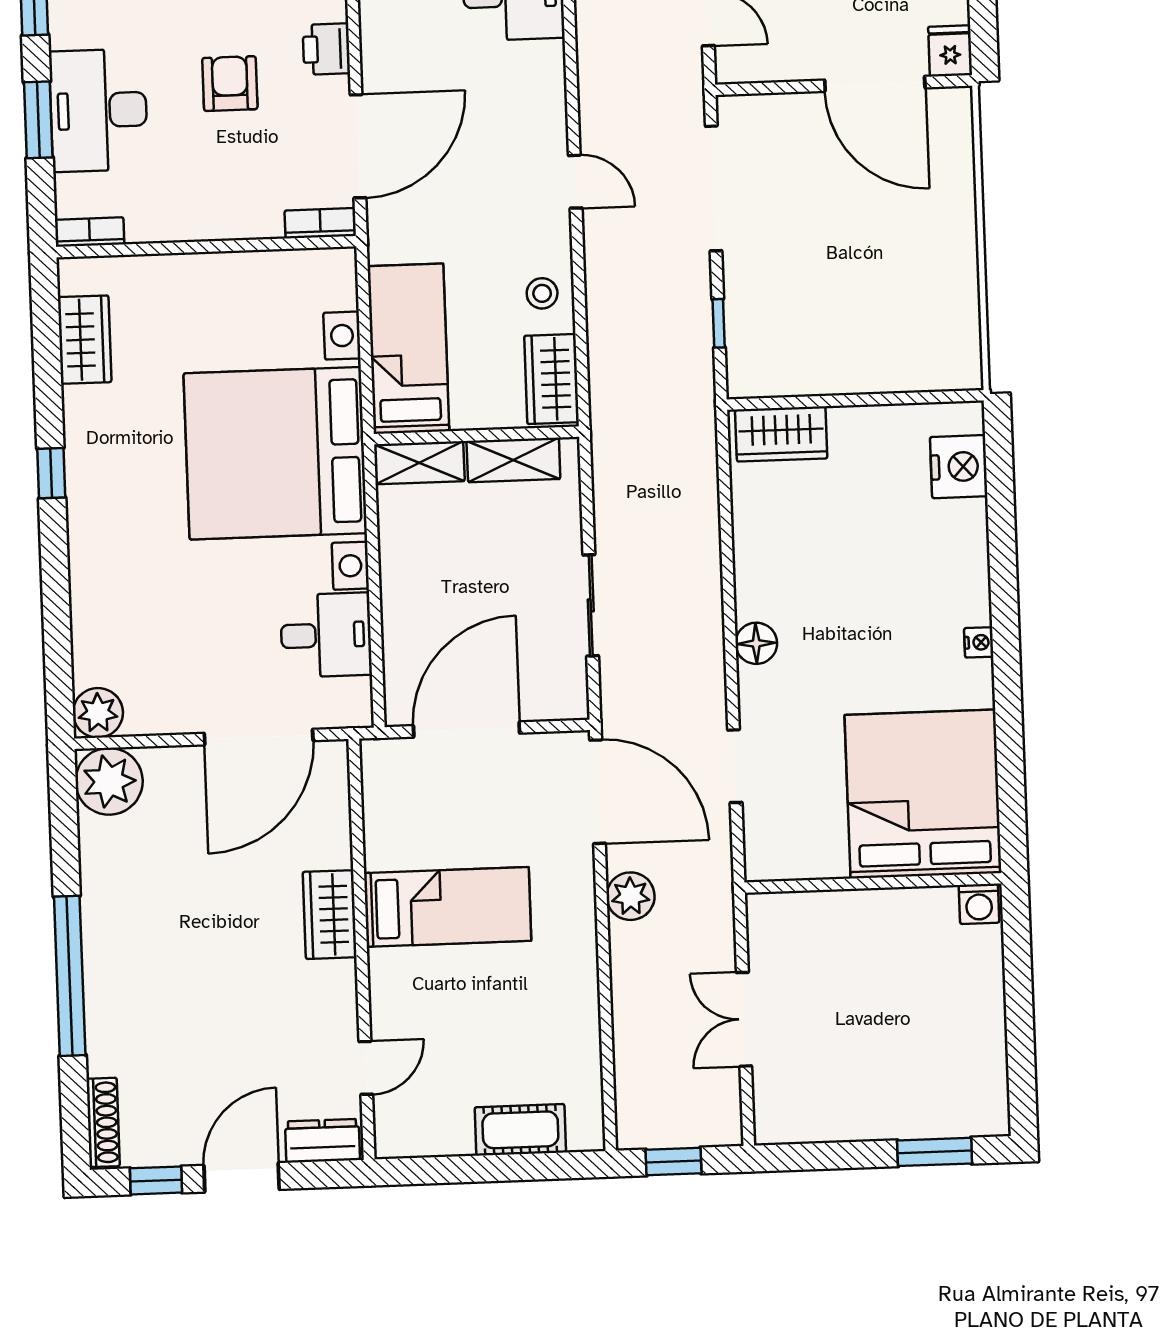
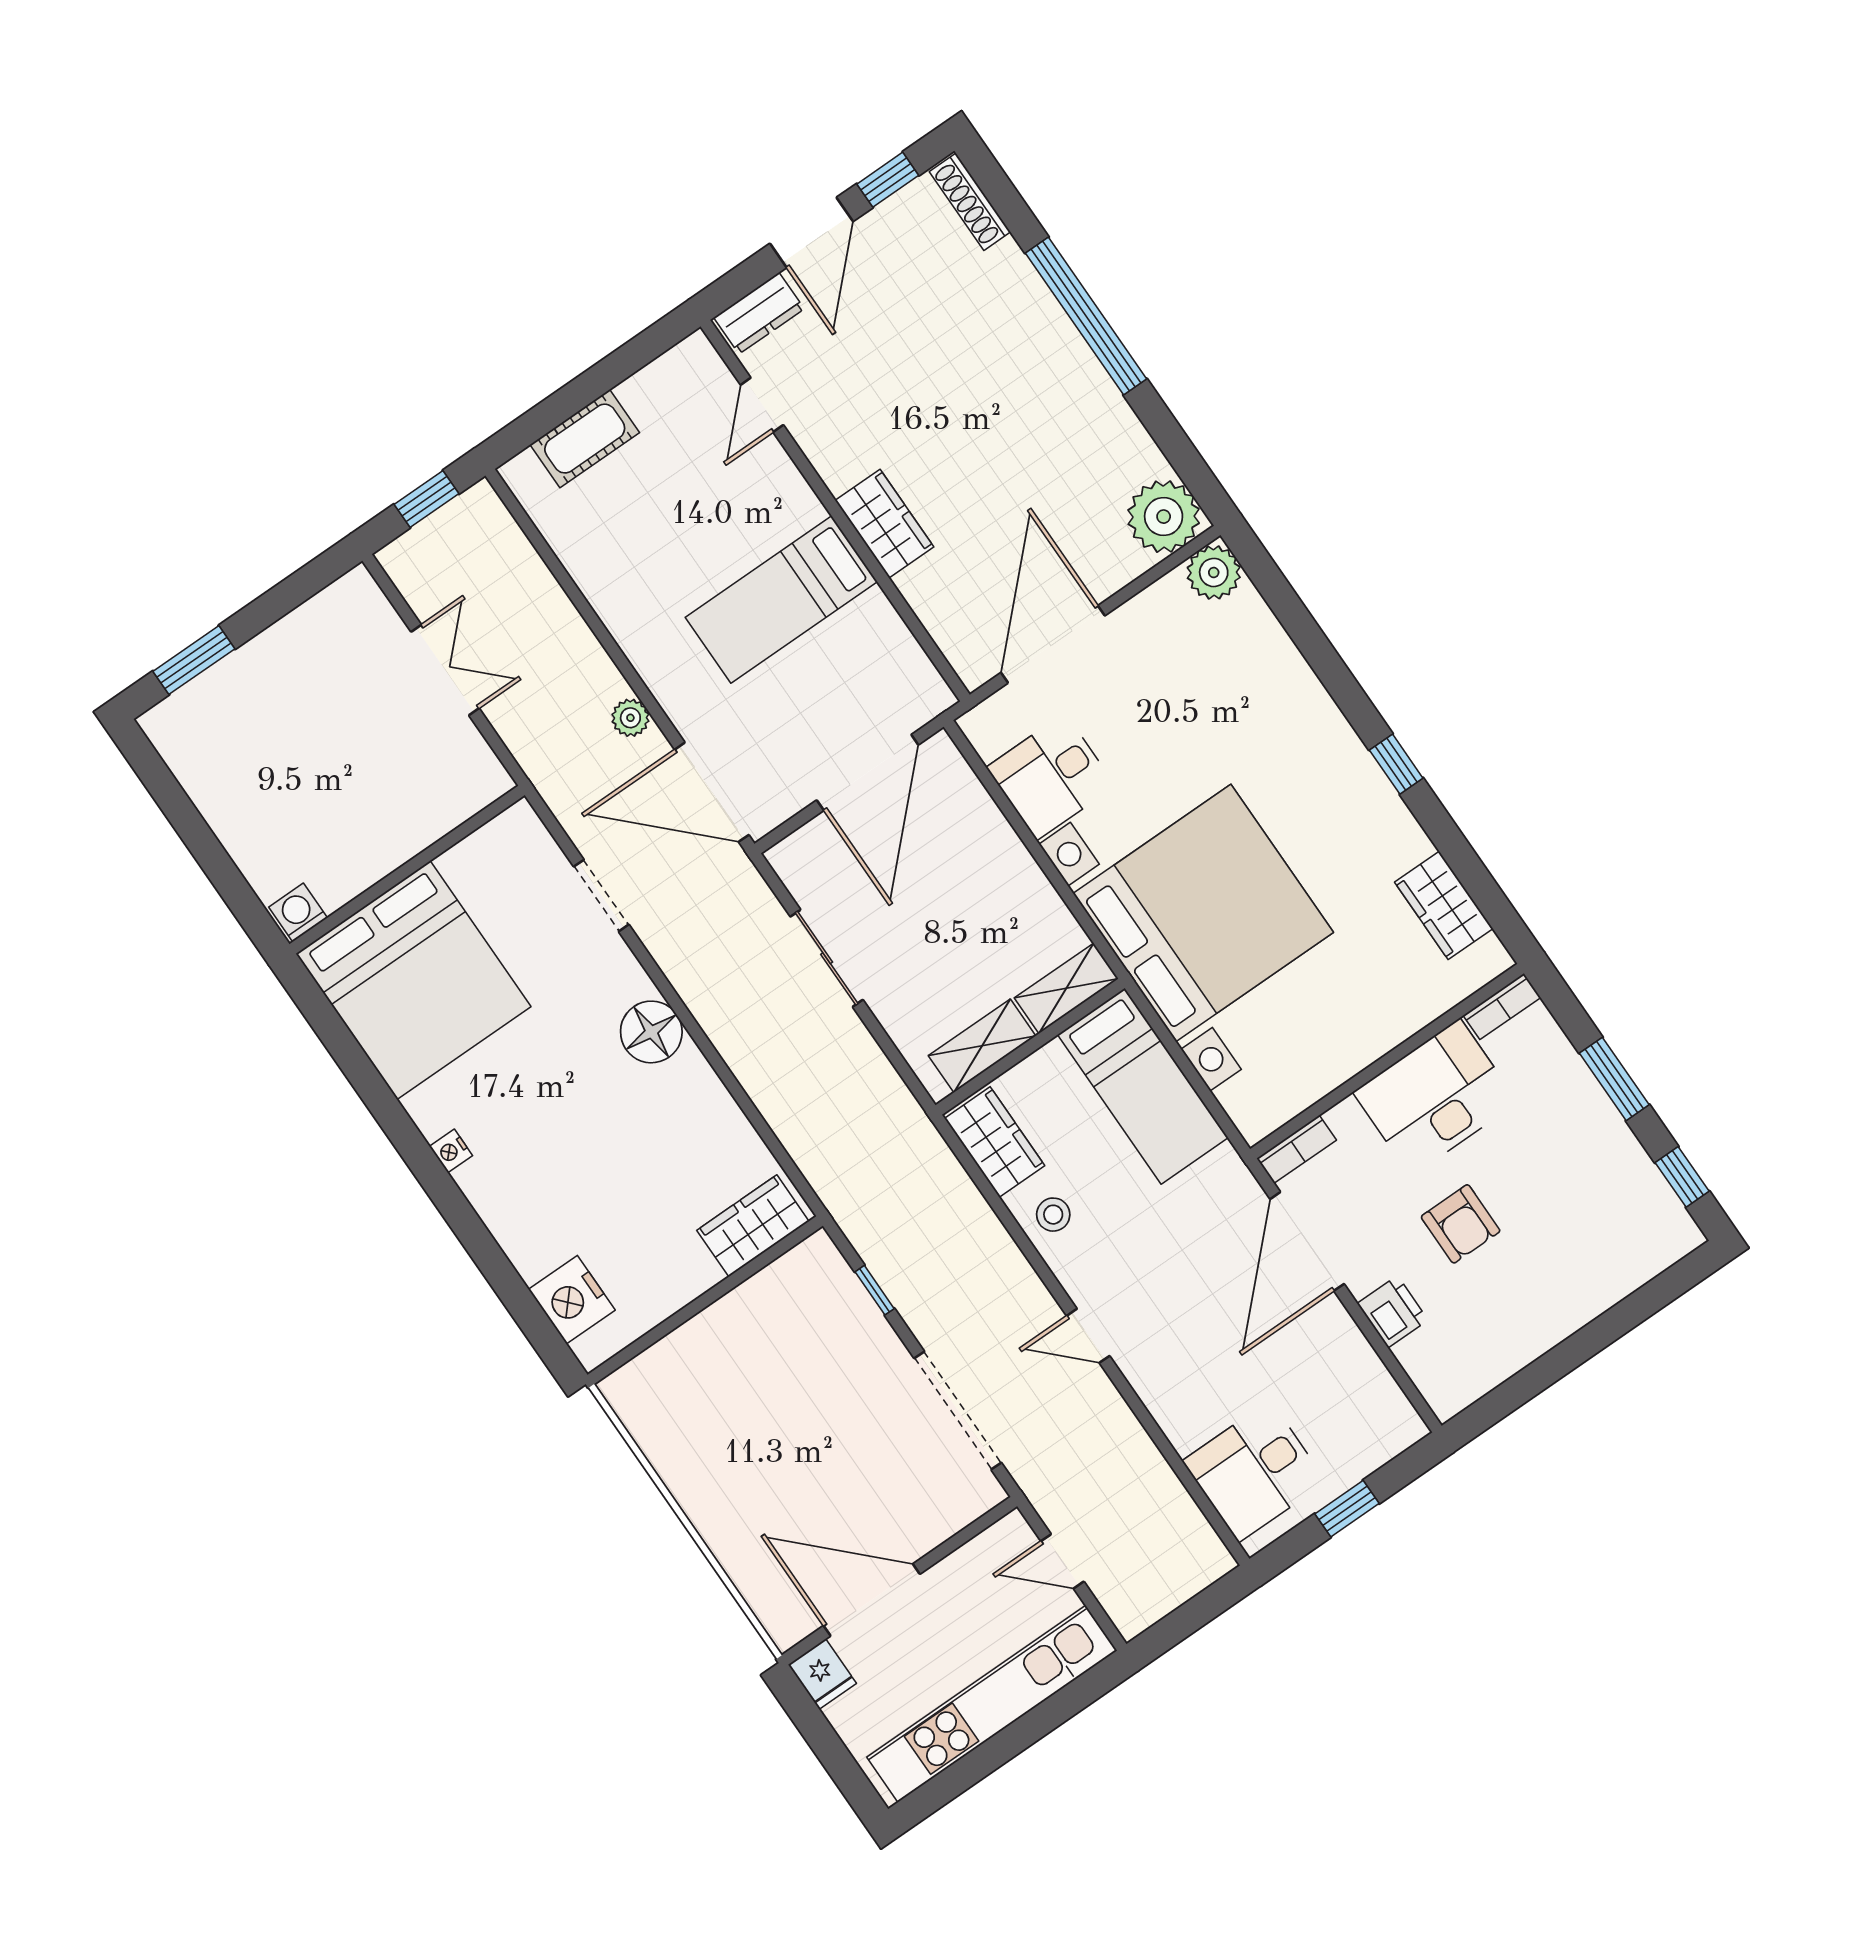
desk: (99, 110) -> (1435, 1097), moved, turned -90
floor lamp: (756, 643) -> (651, 1032), width x1.38, depth x1.38
plant: (631, 896) -> (630, 718), width x0.73, depth x0.73

